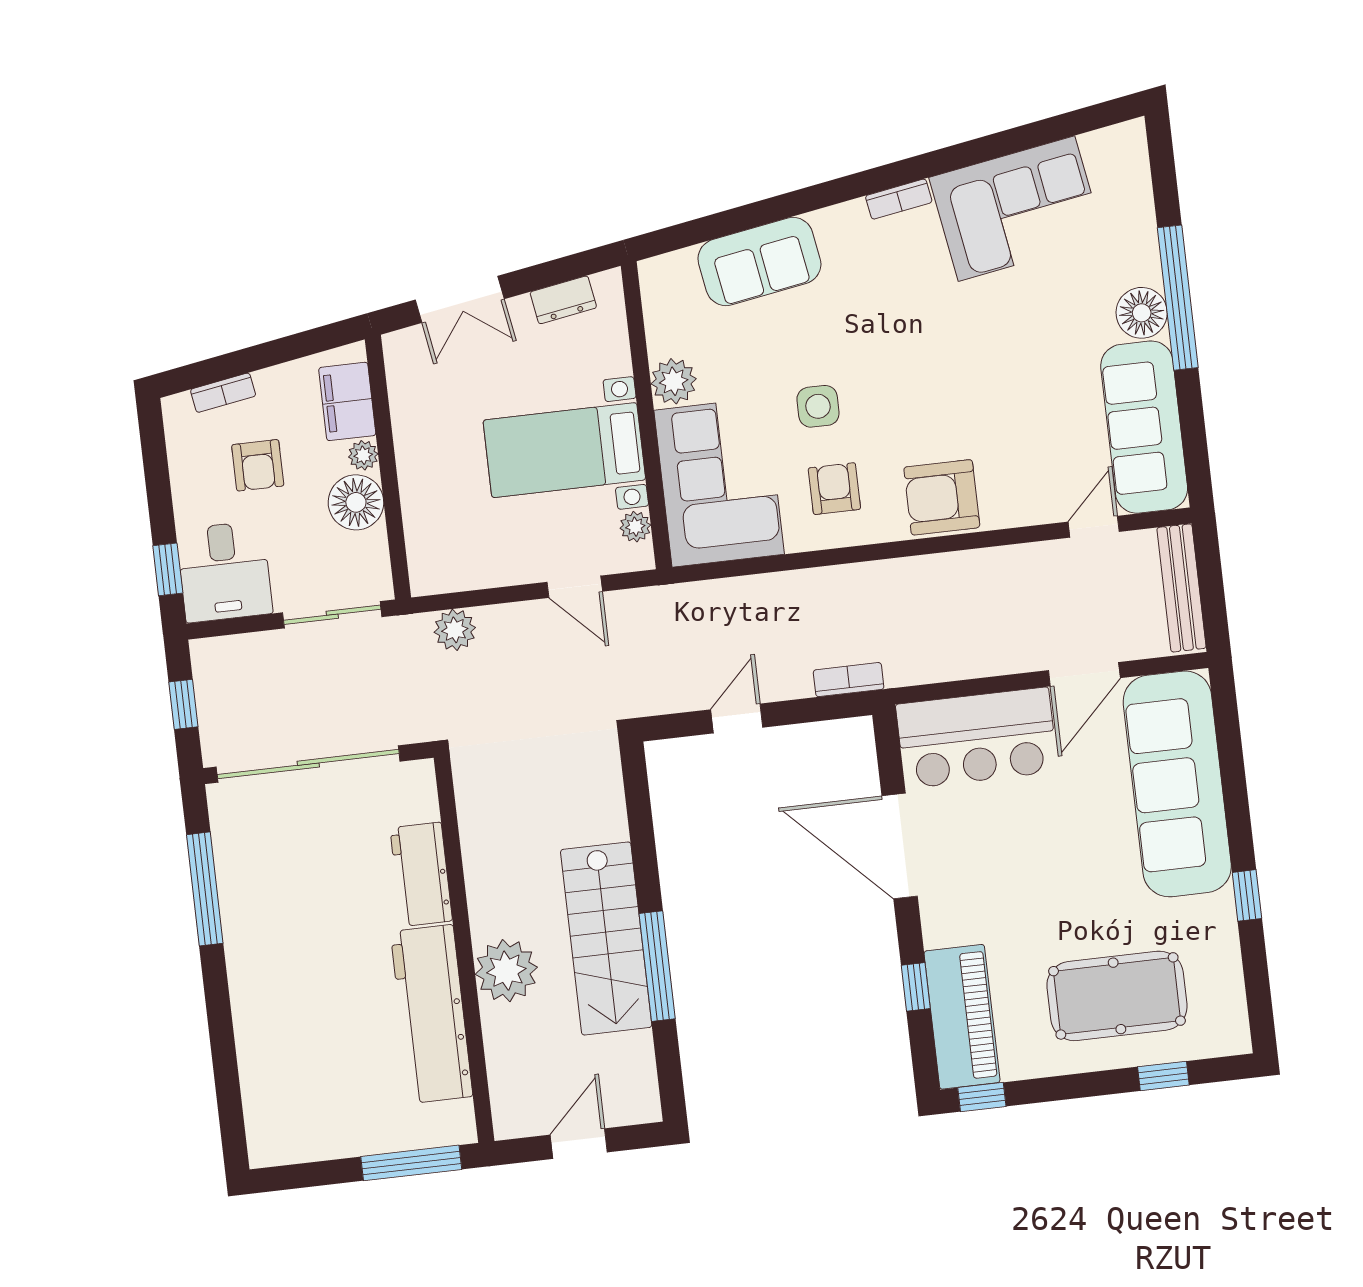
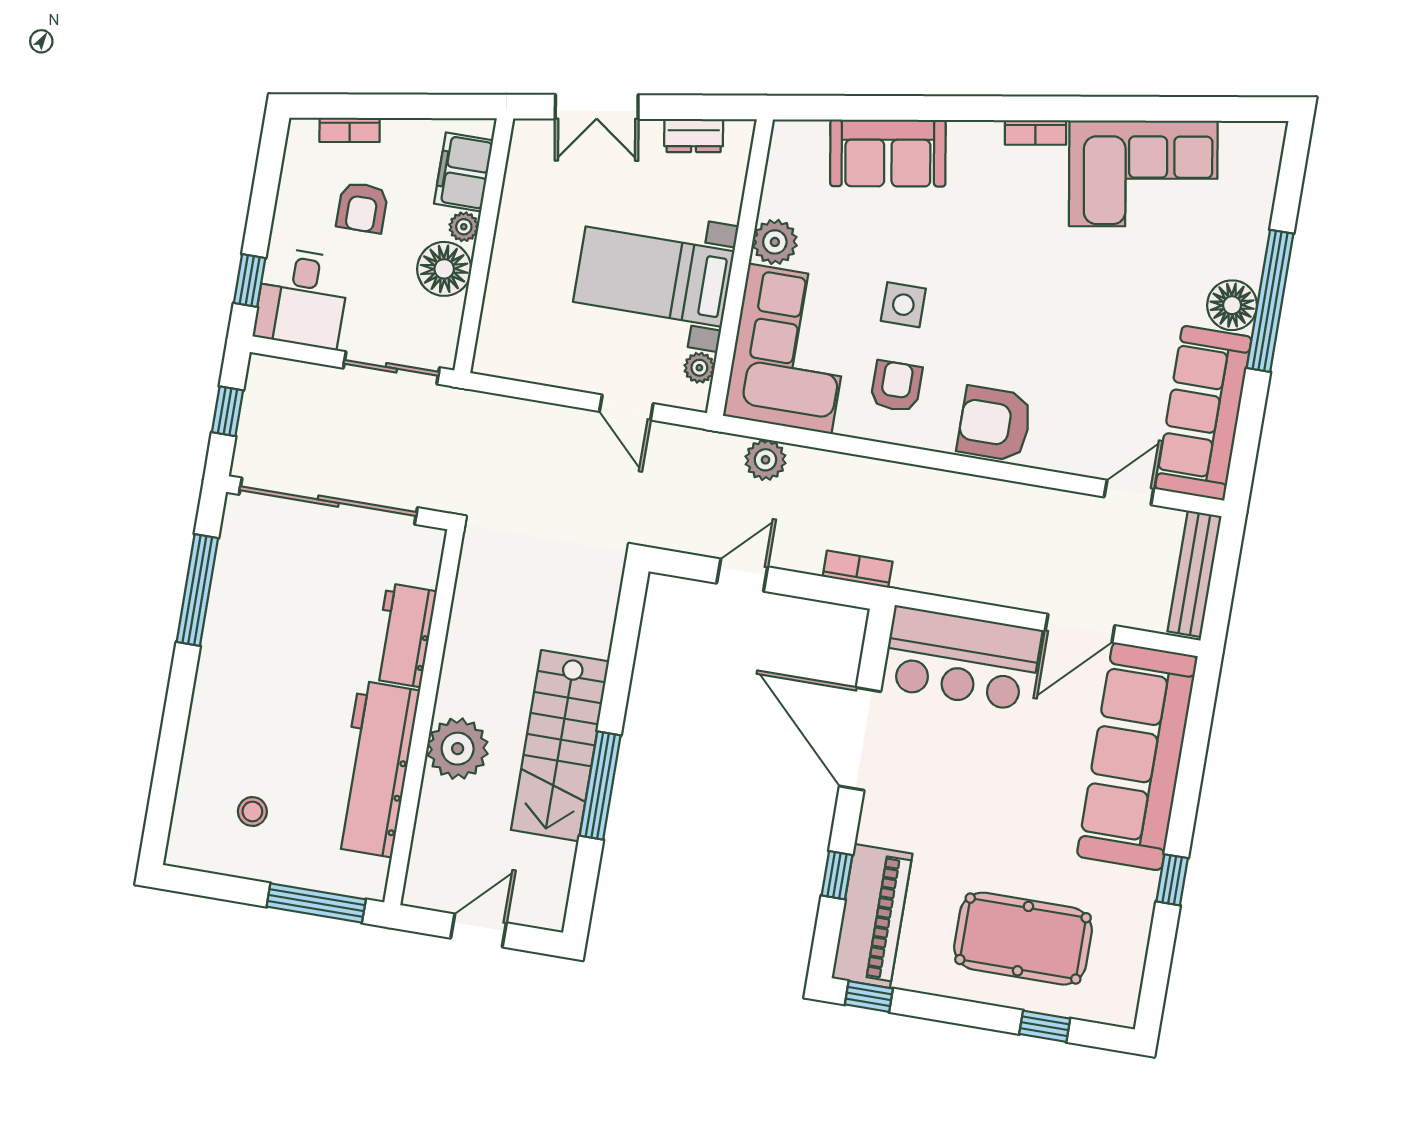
plant: (455, 630) -> (765, 460), moved
stool: (322, 1091) -> (252, 811), added

